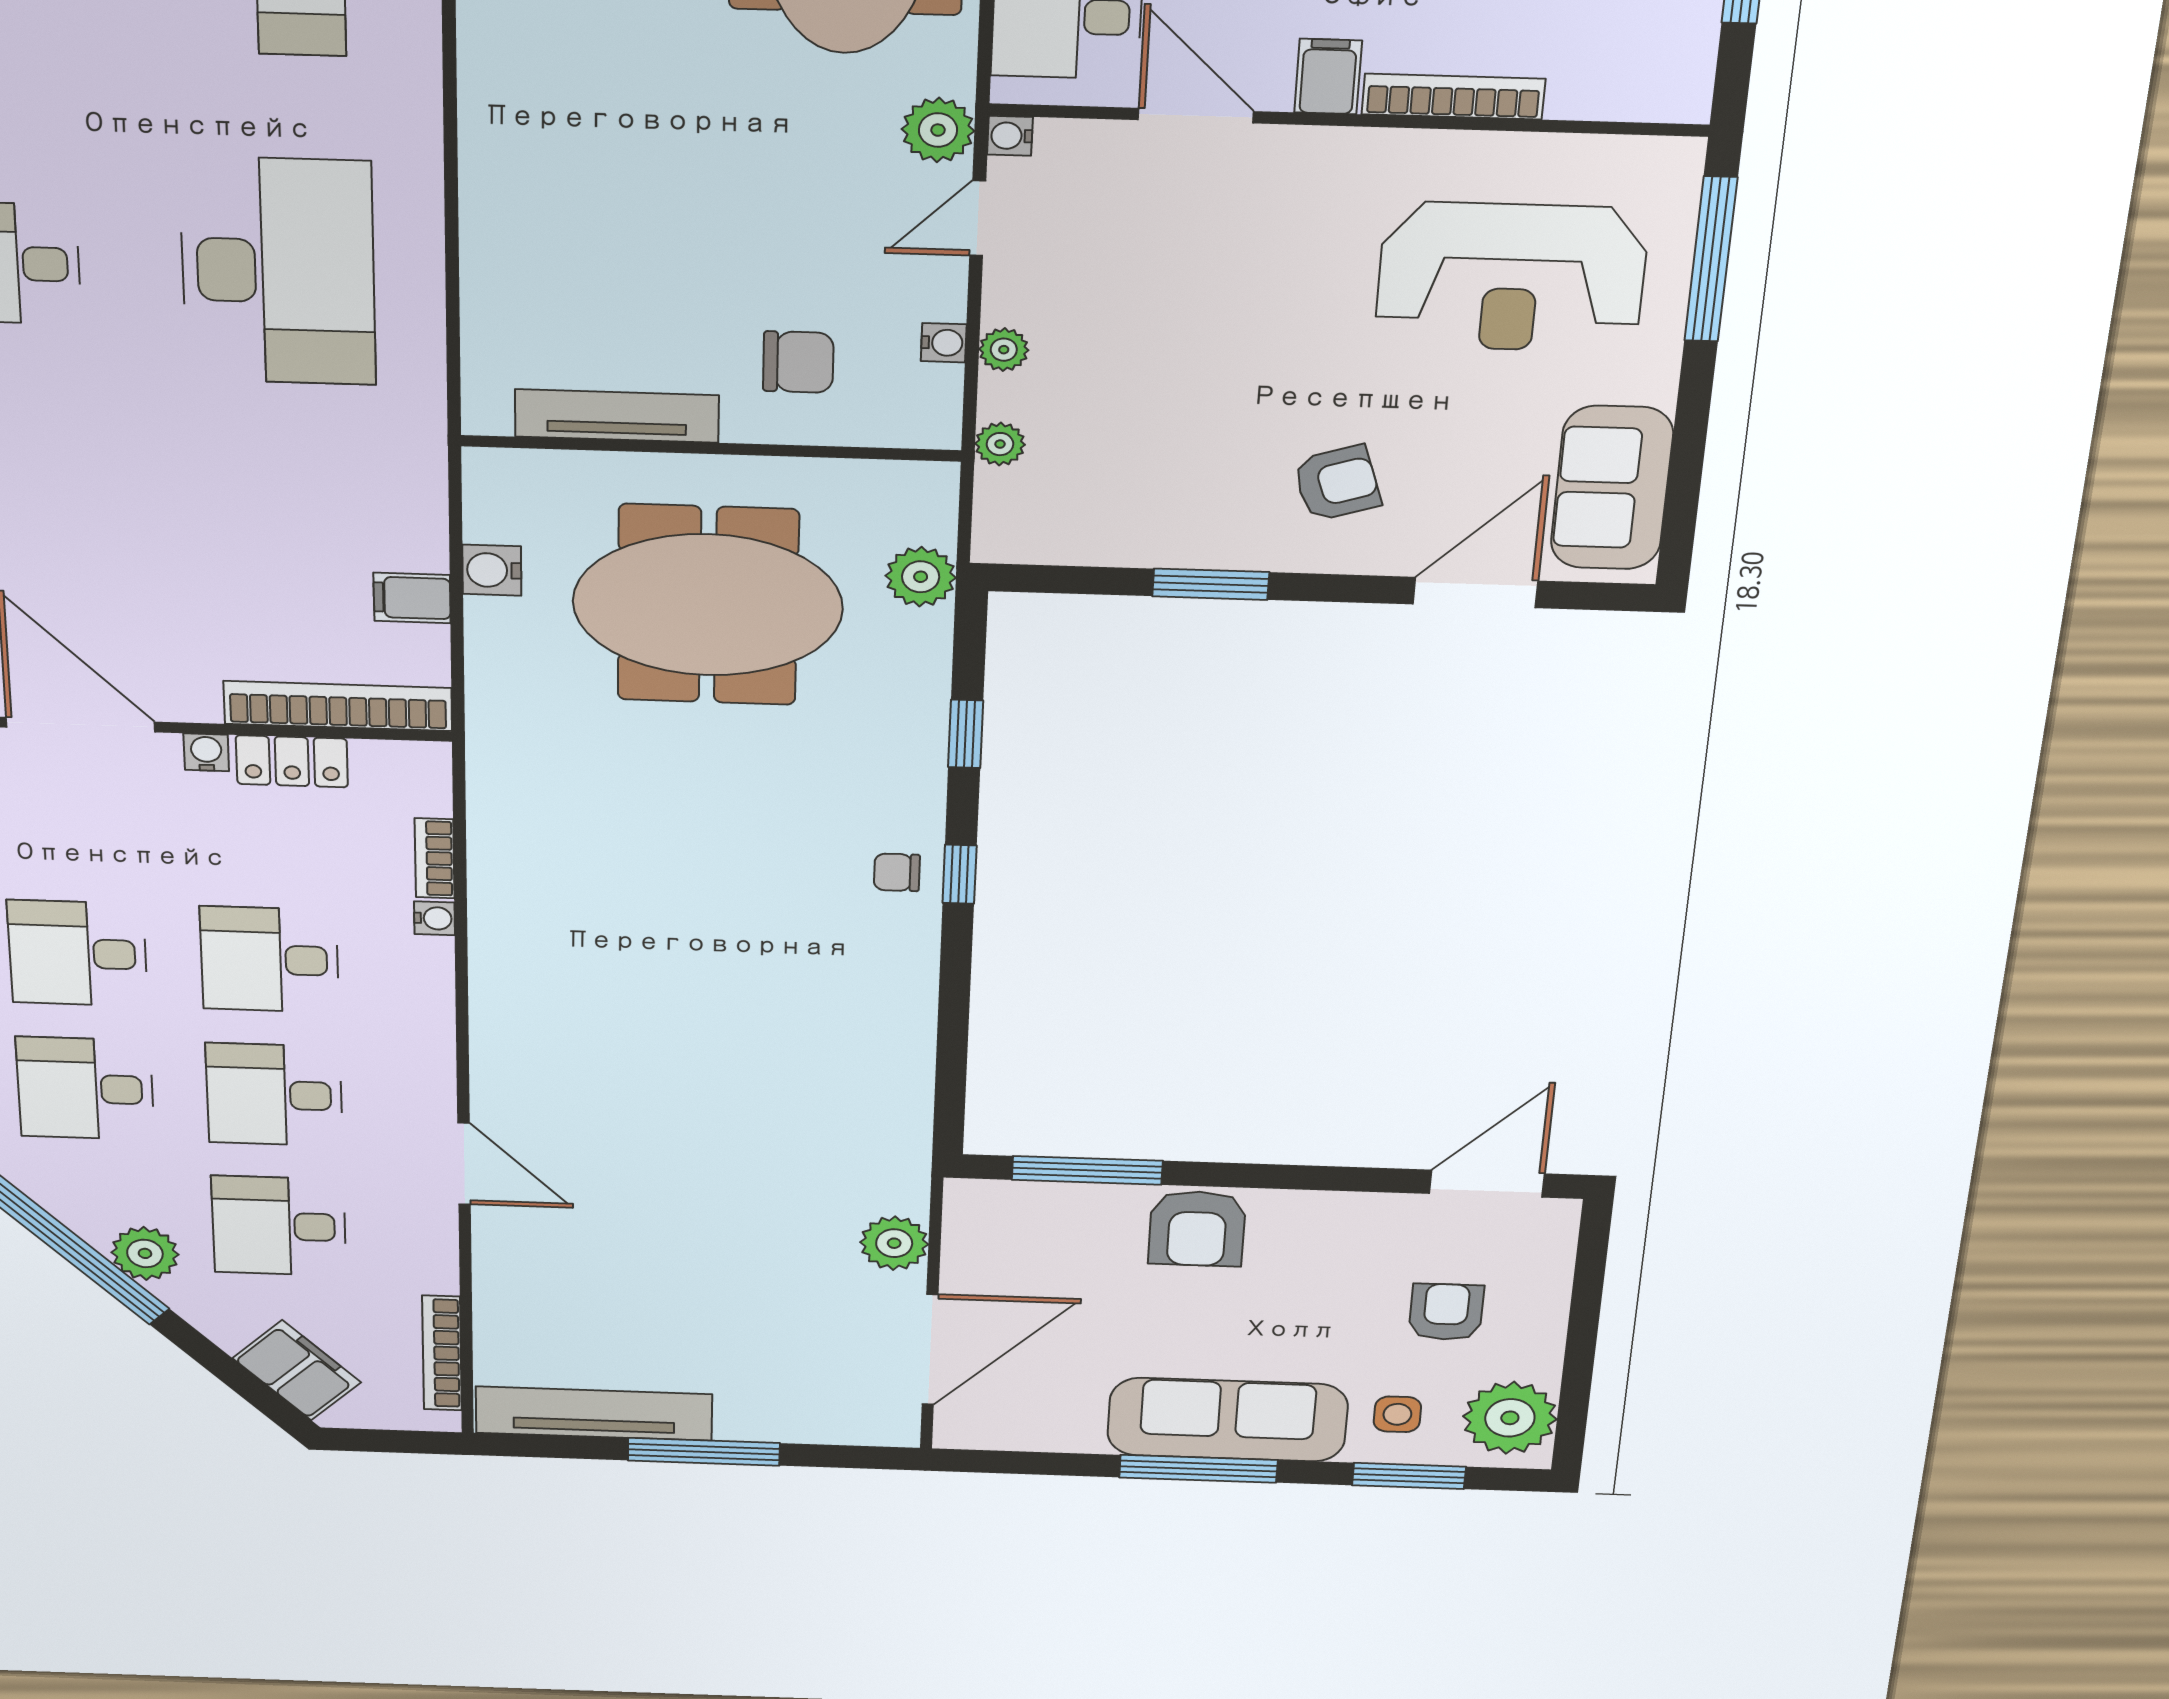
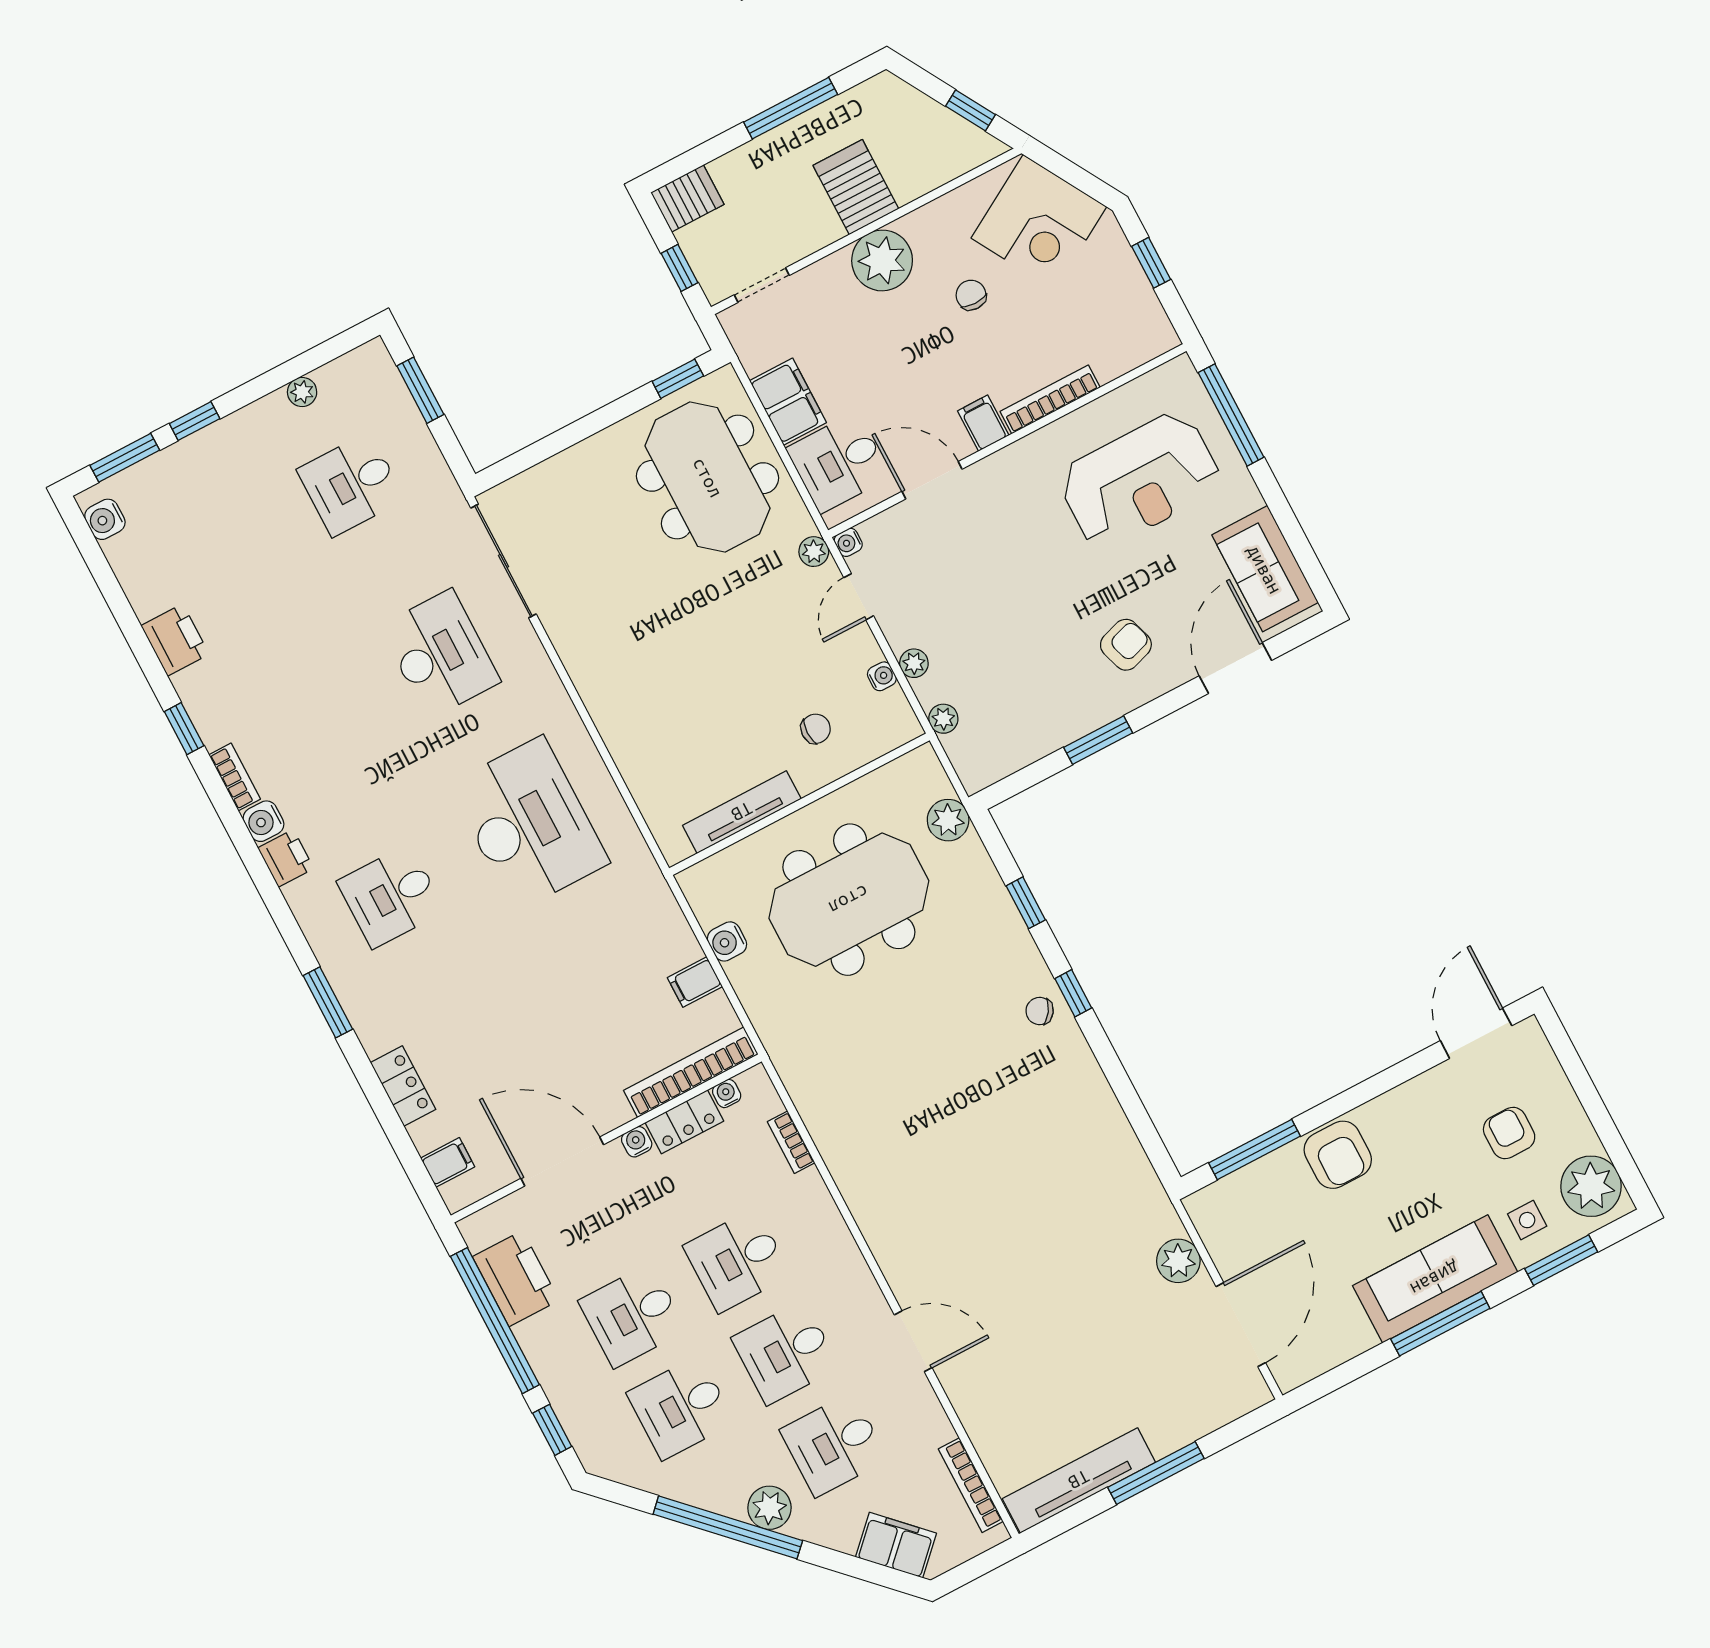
plant: (938, 130) -> (814, 552), width x0.73, depth x0.73
chair: (798, 362) -> (816, 729), width x0.73, depth x0.73
chair: (897, 872) -> (1040, 1011), turned 34
water cooler: (434, 918) -> (727, 1094), moved, turned -90

